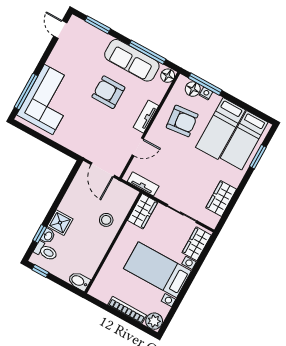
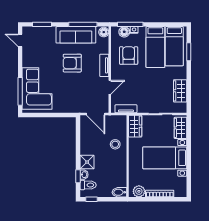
armchair: (182, 121) -> (129, 56), turned -84
plant: (154, 321) -> (139, 191), moved

